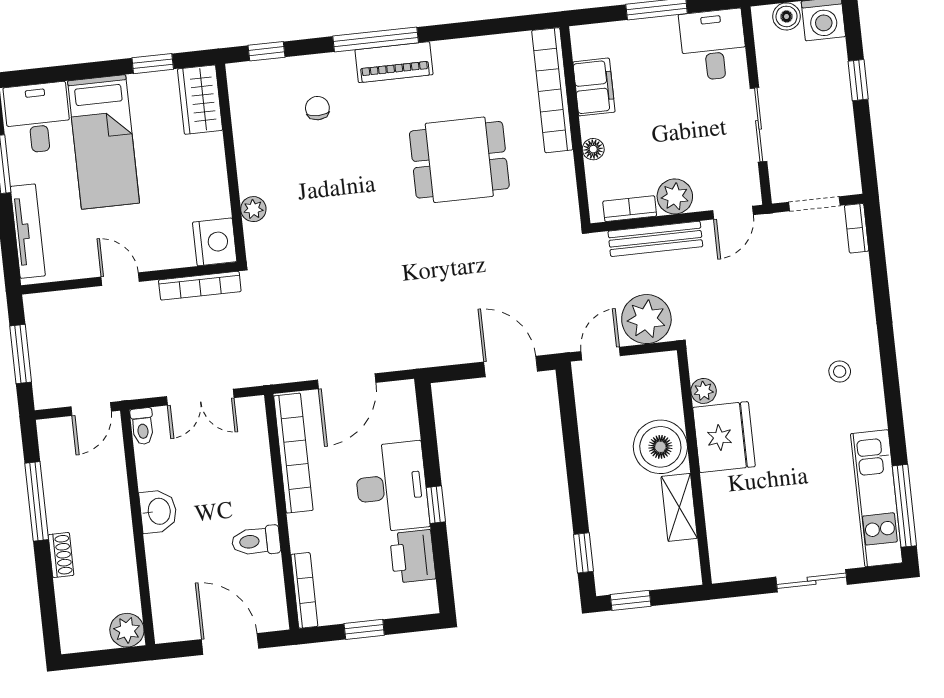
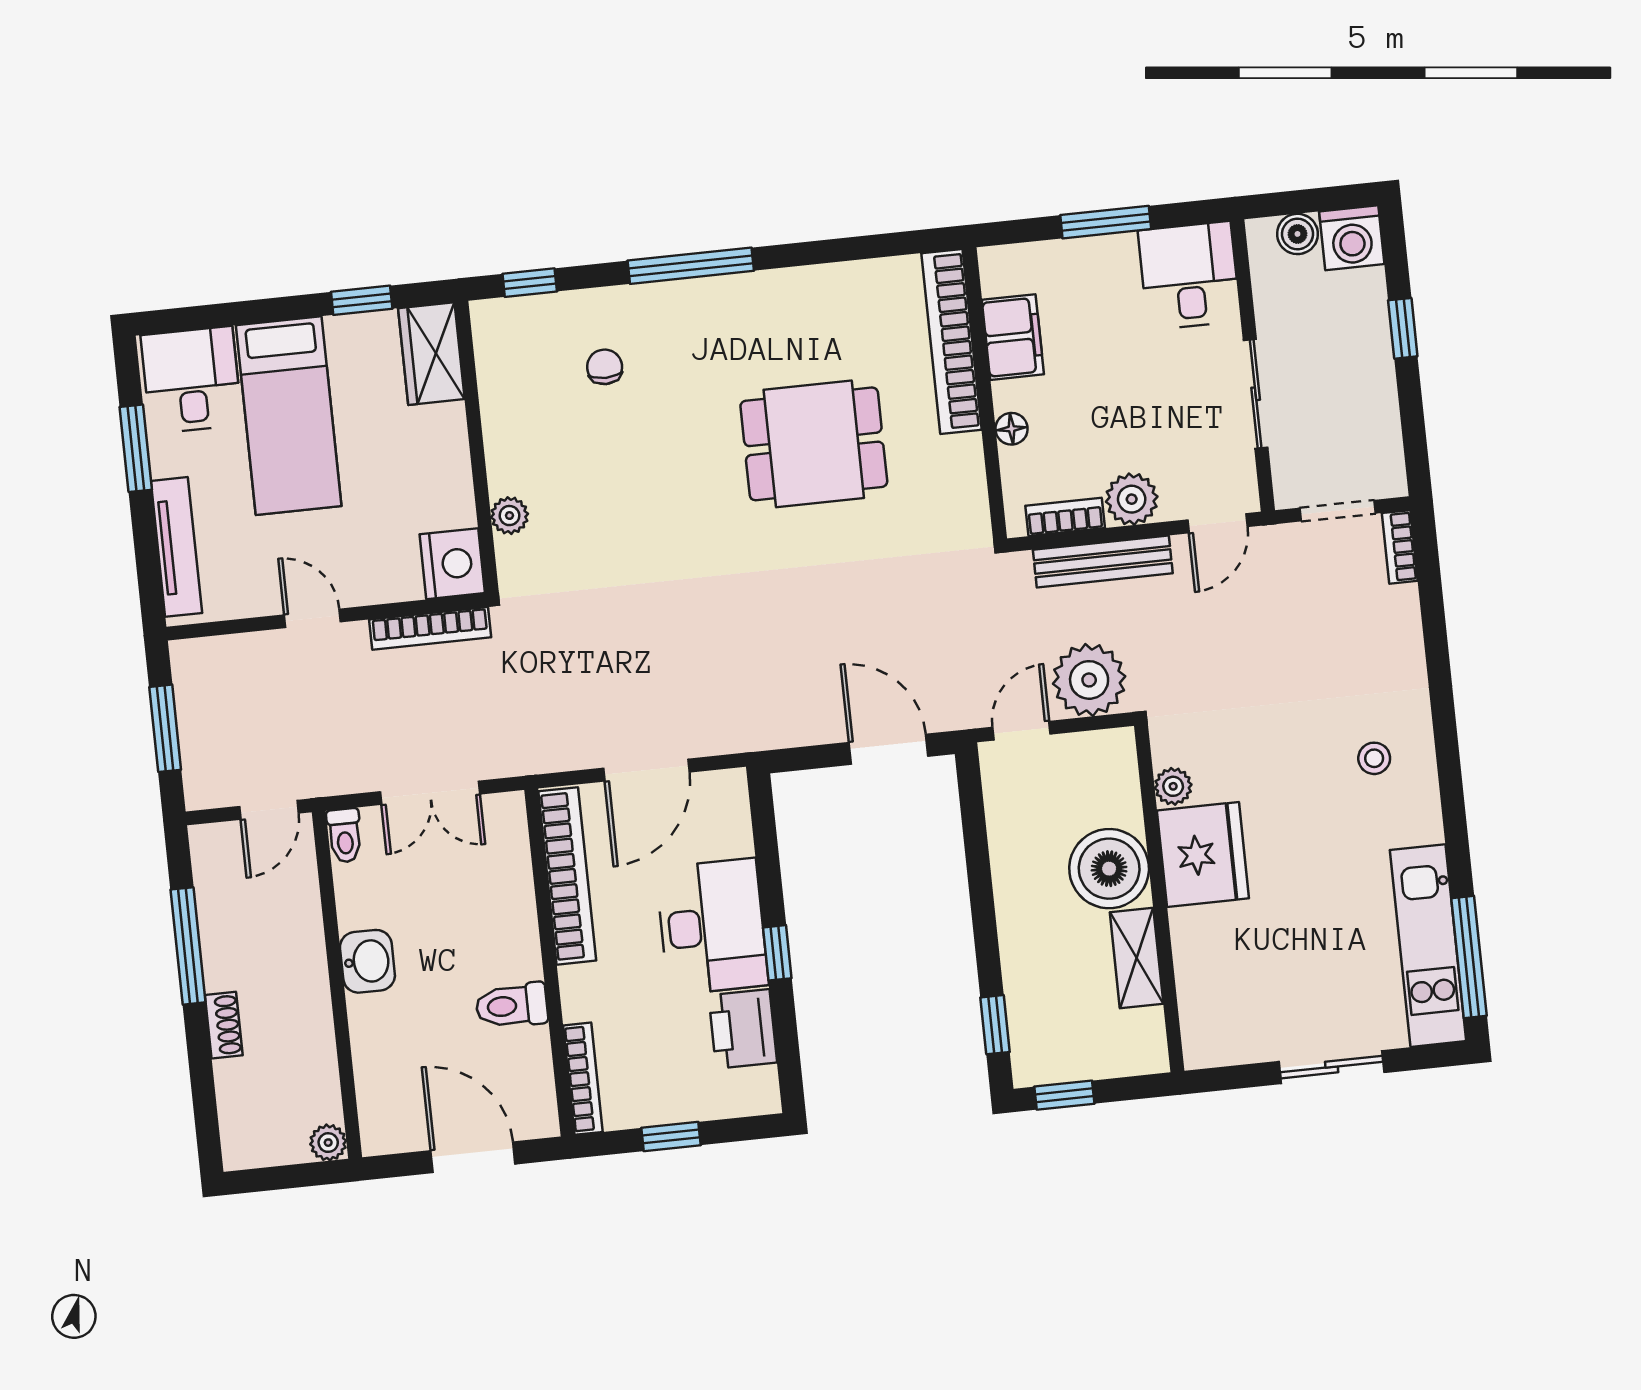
piano: (394, 62) -> (718, 299), removed
plant: (127, 630) -> (328, 1143), width x0.73, depth x0.73

